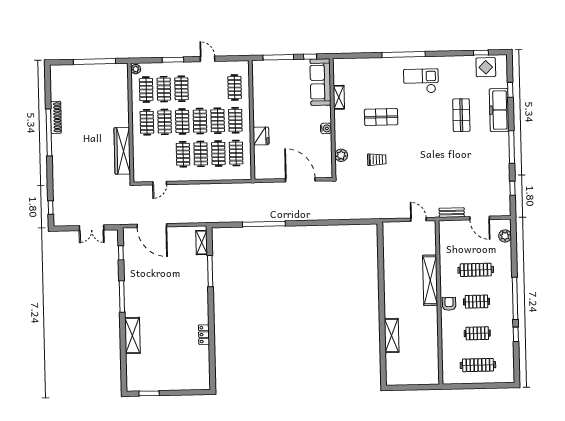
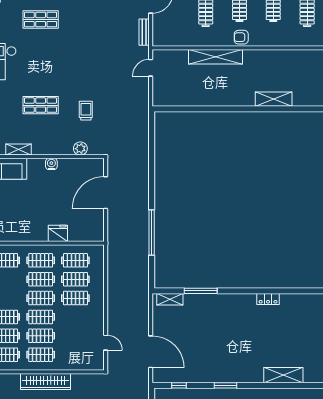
shop shelf: (381, 117) -> (41, 105), turned 90
wardrobe: (122, 151) -> (46, 382), moved
clothes rail: (183, 154) -> (75, 317), removed
door: (152, 226) -> (151, 352), hinge flipped
window: (122, 296) -> (225, 385), width x0.69
shelving: (132, 335) -> (283, 375), moved

